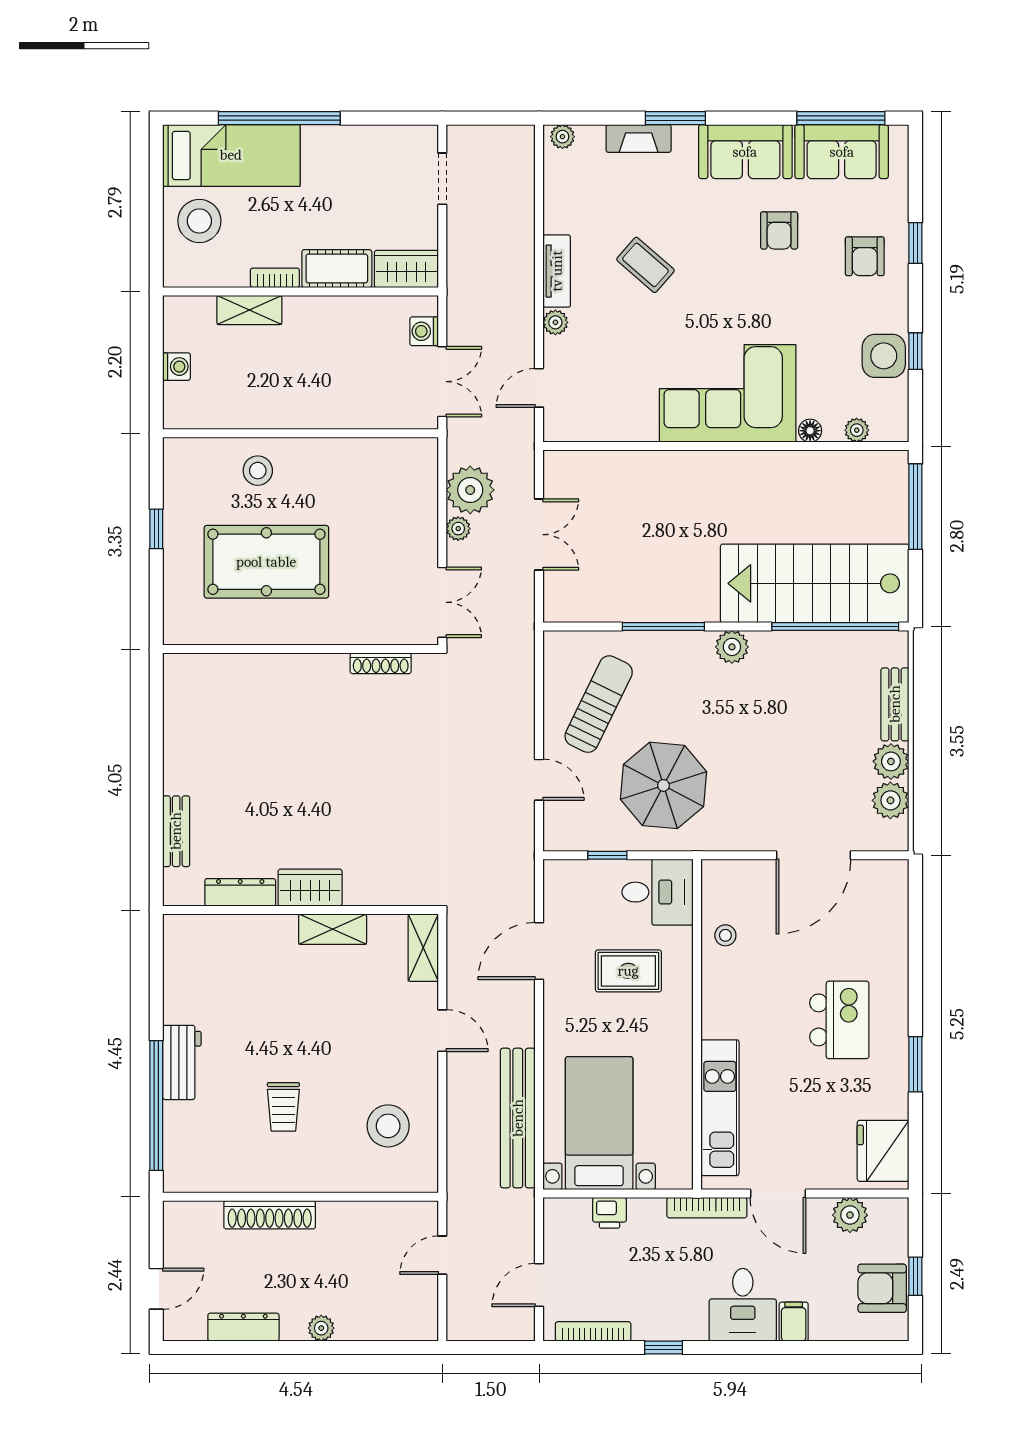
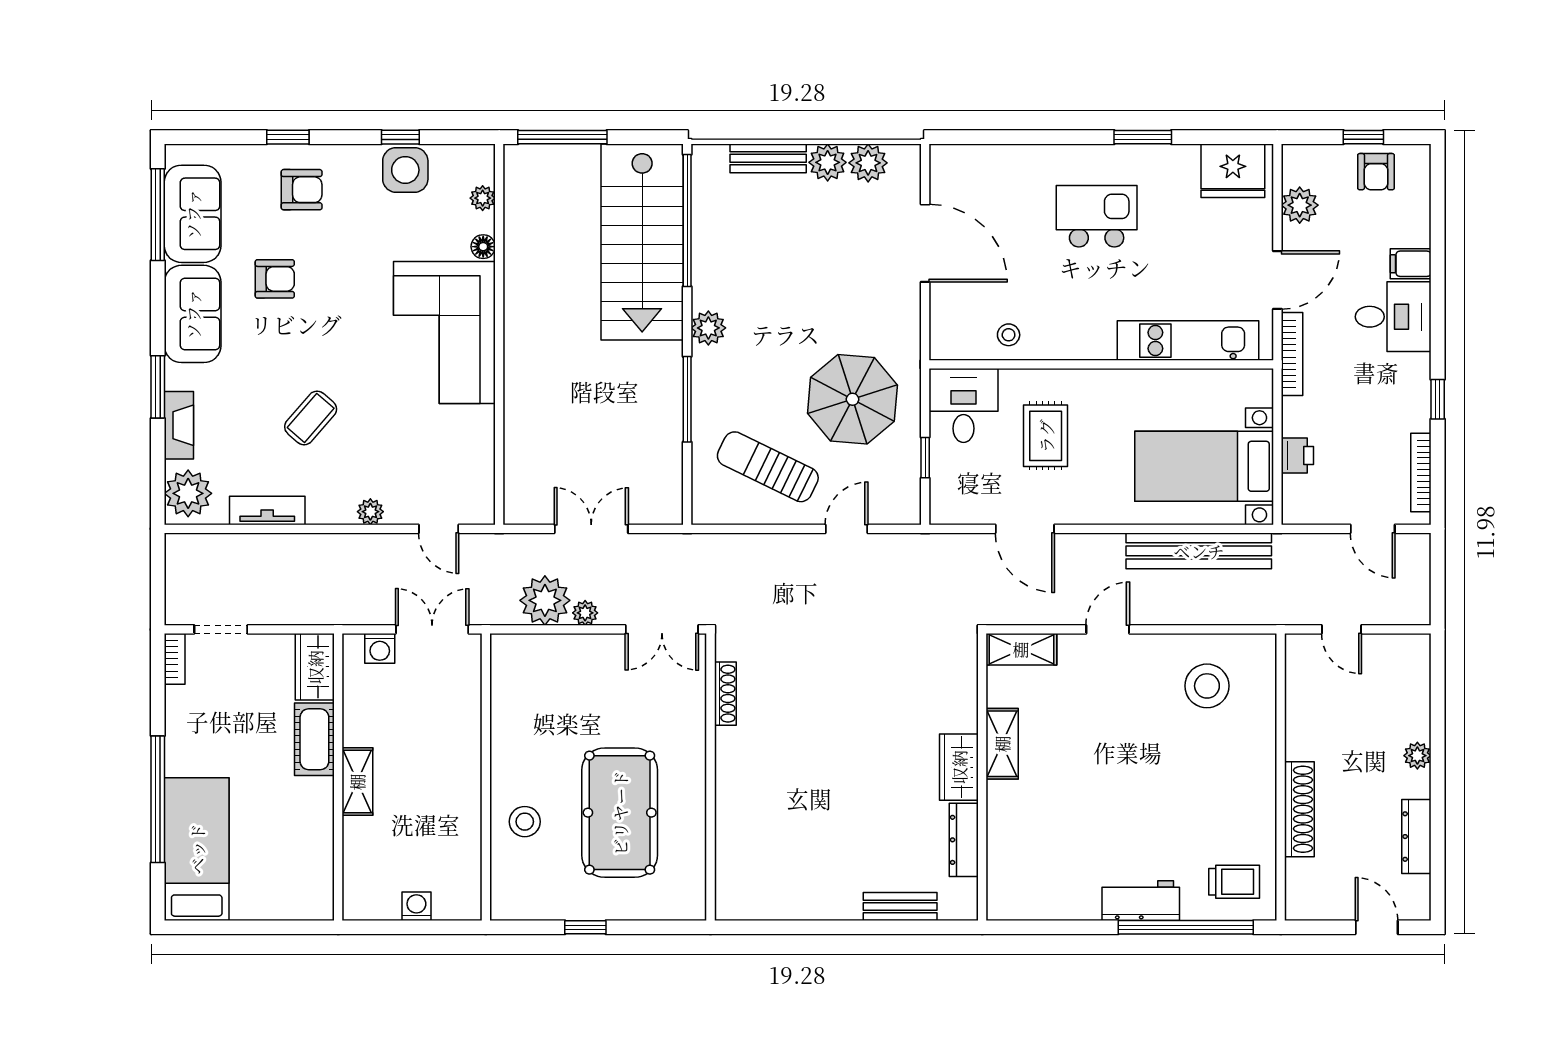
plant: (562, 137) -> (188, 493), width x1.87, depth x1.87
stool: (199, 221) -> (265, 882), removed
tv unit: (557, 271) -> (267, 510), moved
bookcase: (275, 278) -> (175, 659), moved, turned 180
shelving: (249, 310) -> (357, 782), moved
double door: (442, 602) -> (662, 629), swing flipped
trolley: (283, 1107) -> (1234, 882), moved
armchair: (882, 1288) -> (1376, 172), width x0.72, depth x0.72

